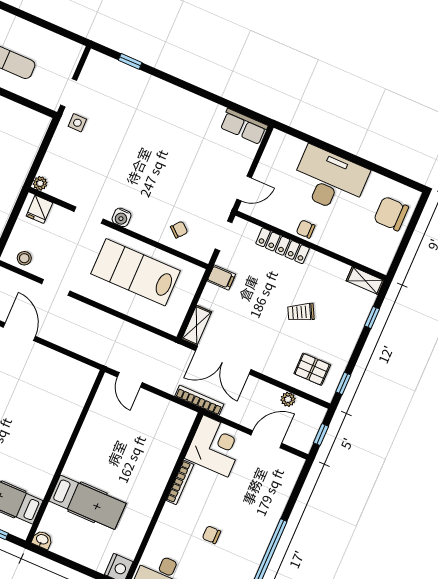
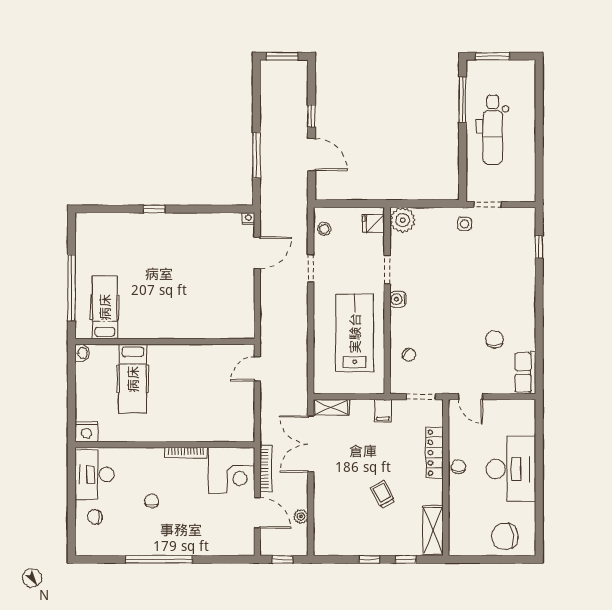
chair: (199, 142) -> (494, 339), added
plant: (40, 183) -> (403, 220), width x1.88, depth x1.88
chair: (391, 214) -> (505, 536), turned -97
shelving: (365, 281) -> (433, 531), width x1.50, depth x1.33
pallet: (312, 369) -> (337, 526), removed
window: (343, 383) -> (369, 559), moved
bookcase: (199, 400) -> (266, 468), moved

